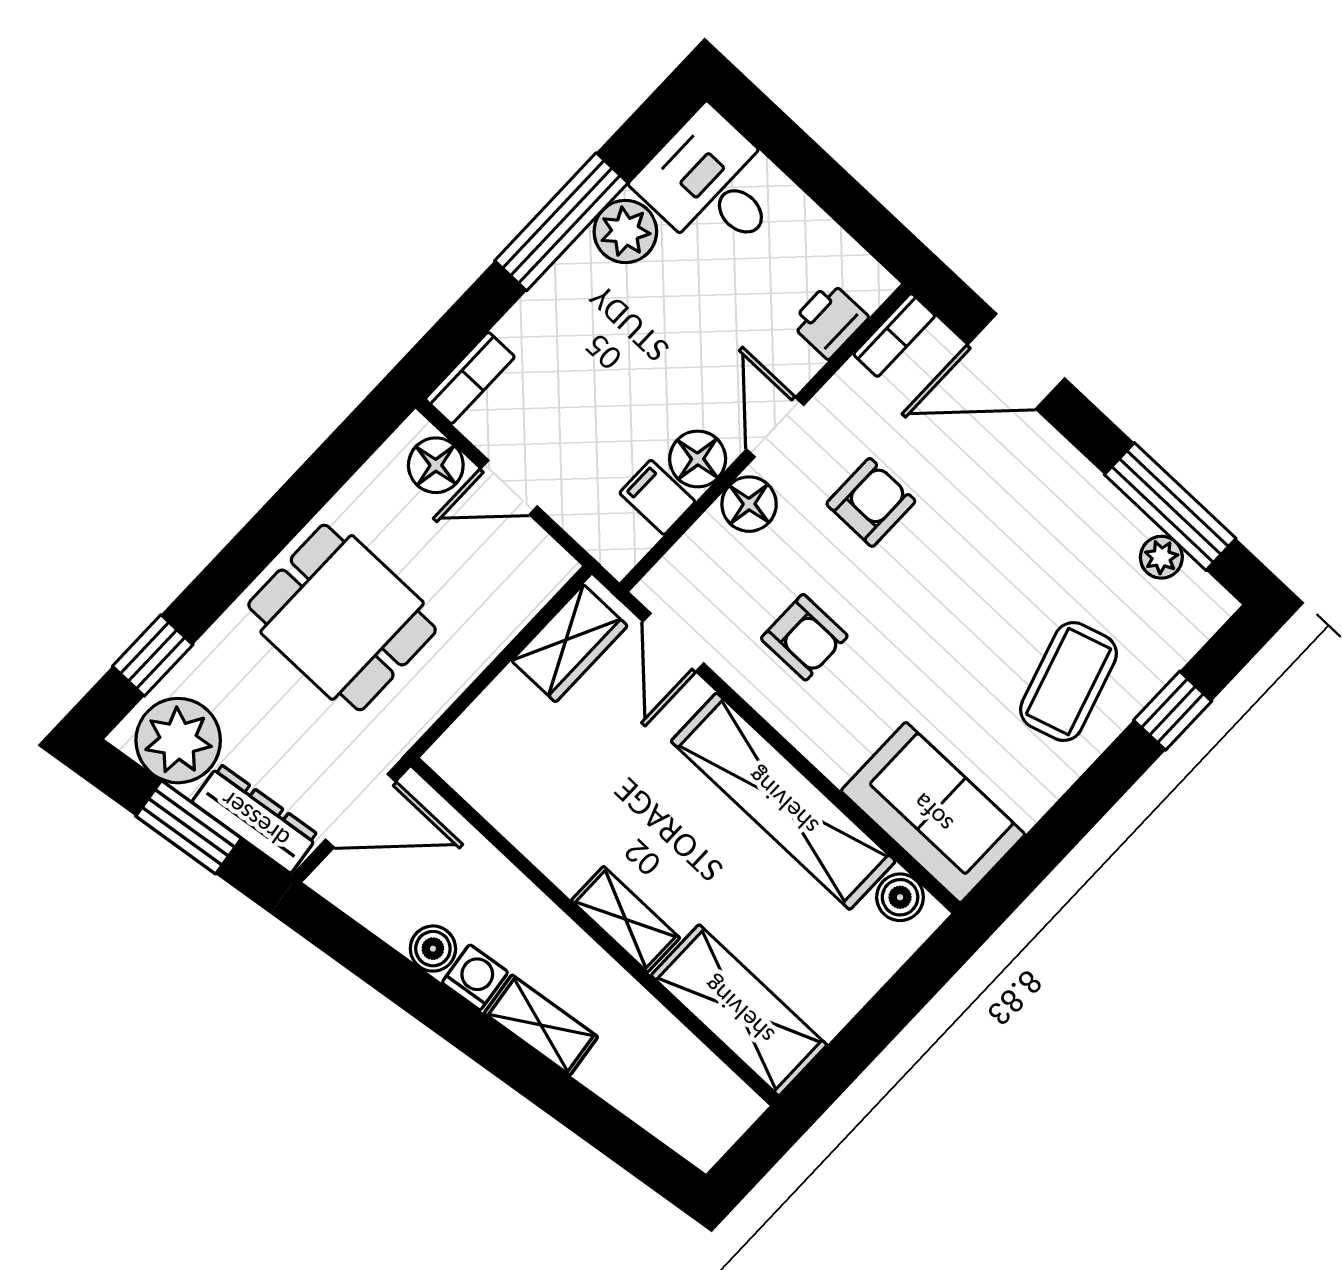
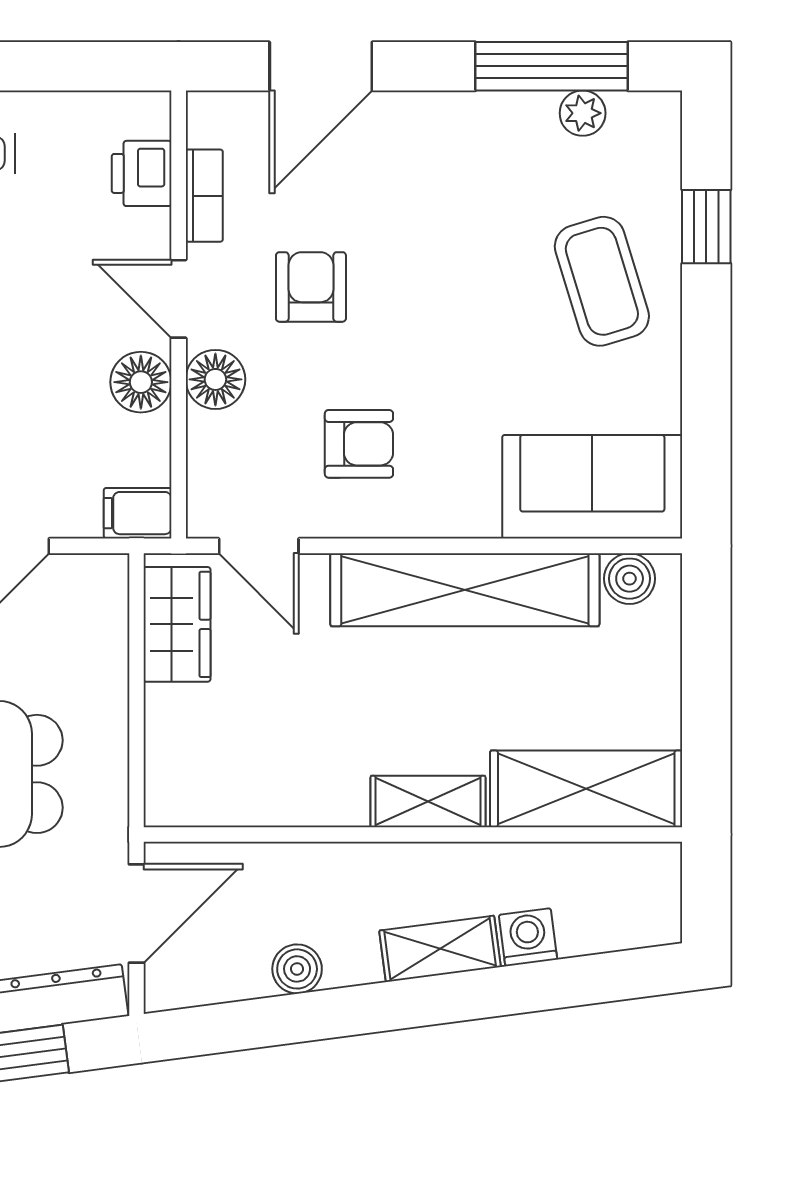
bookcase: (894, 335) -> (204, 196), moved
filing cabinet: (657, 497) -> (138, 513), moved
washing machine: (475, 977) -> (528, 937), moved

